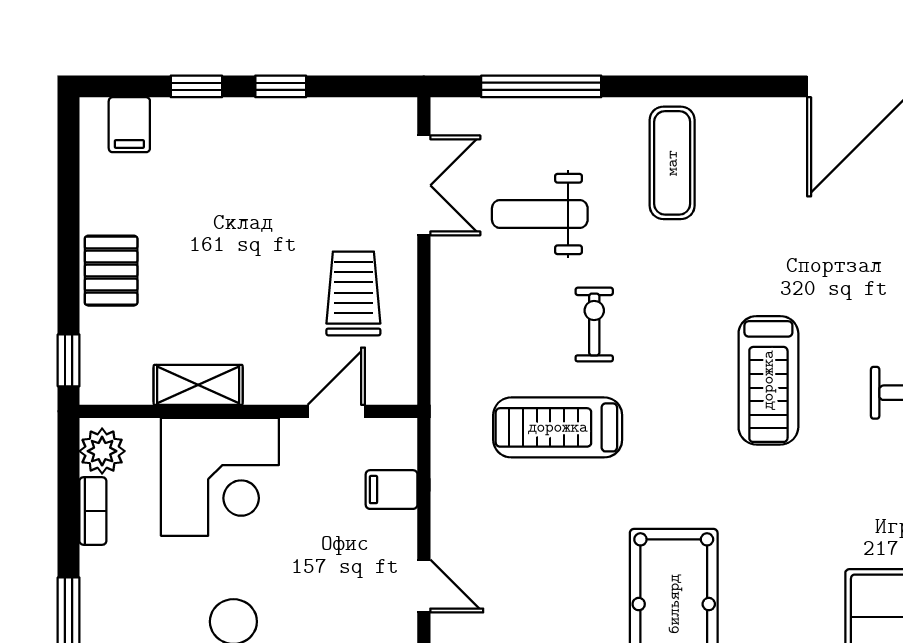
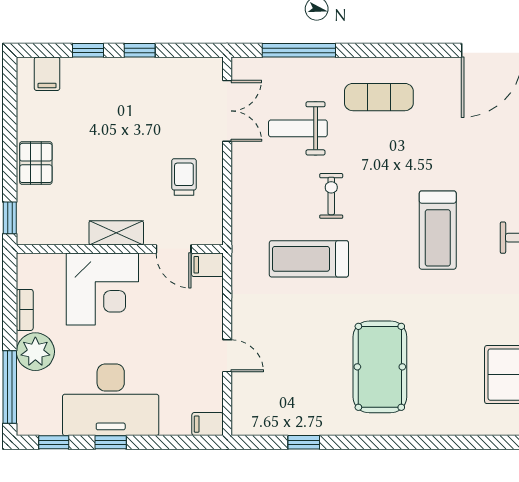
exercise mat: (672, 163) -> (379, 97), turned 90
trolley: (353, 293) -> (184, 177), width x0.73, depth x0.72
shelving: (198, 385) -> (116, 233), moved
door: (336, 411) -> (174, 249), swing flipped
plant: (102, 451) -> (35, 352), moved, width x1.36, depth x1.36
filing cabinet: (392, 490) -> (207, 265), moved

